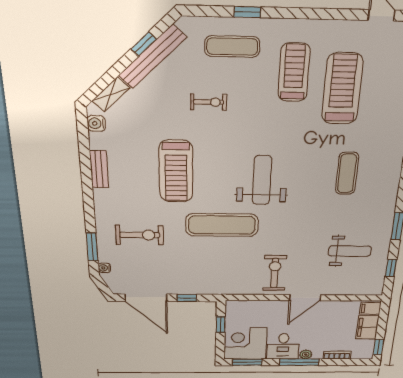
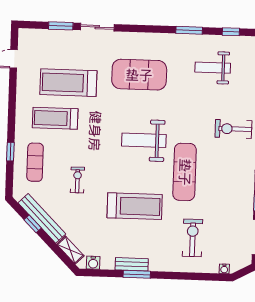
exercise mat: (347, 173) -> (139, 75), width x2.00, depth x1.45
window: (92, 247) -> (137, 274), moved
weight bench: (350, 251) -> (213, 68), turned -90

